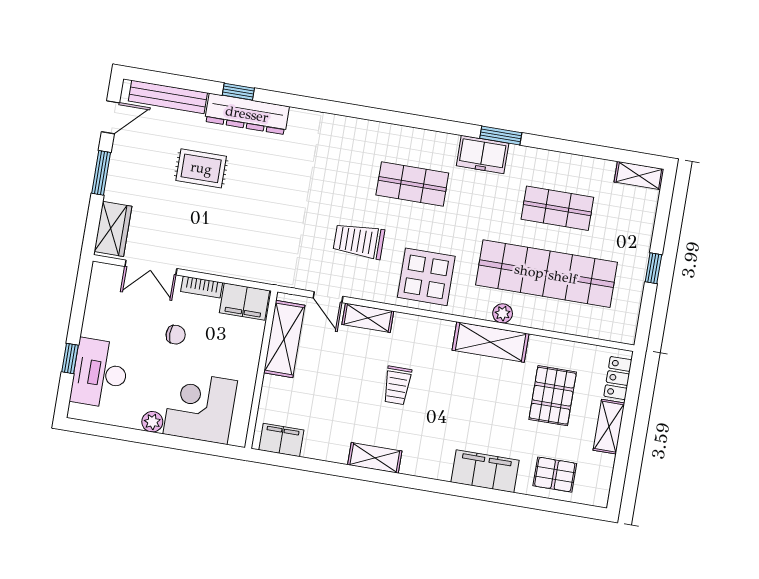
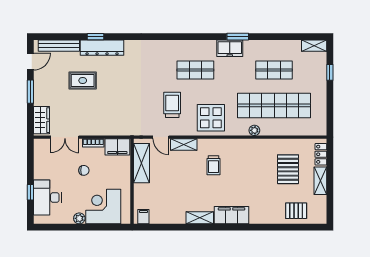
trolley: (359, 241) -> (172, 105), turned 90
window: (653, 268) -> (330, 72), moved
shelving: (491, 342) -> (251, 147), removed
trolley: (397, 385) -> (213, 165), moved
filing cabinet: (281, 440) -> (143, 217), width x0.50
filing cabinet: (485, 471) -> (232, 215), moved

